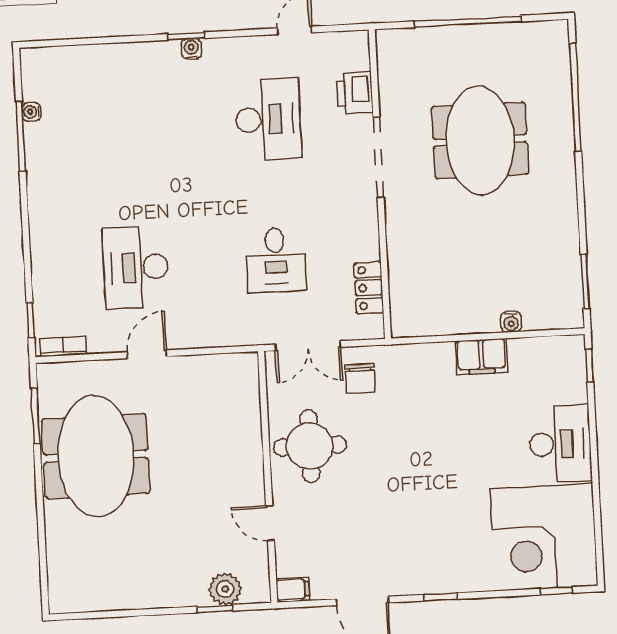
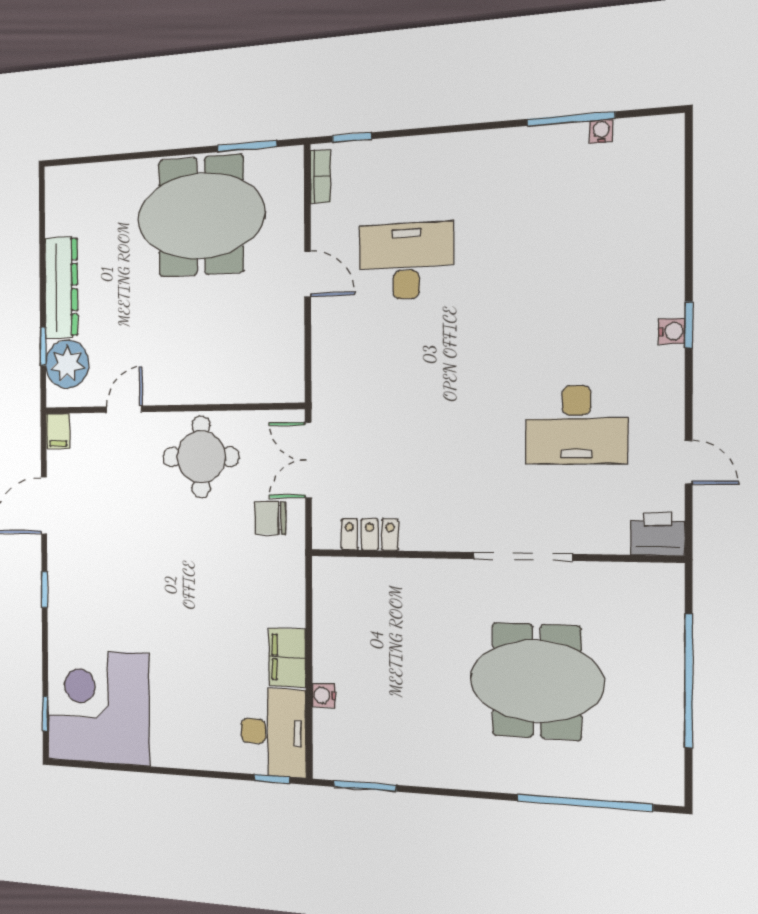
printer: (355, 93) -> (658, 534), moved
desk: (276, 260) -> (407, 427), removed
desk: (560, 444) -> (273, 732), moved, turned -90
plant: (225, 589) -> (67, 364), width x1.36, depth x1.36
dresser: (160, 592) -> (61, 288), added

